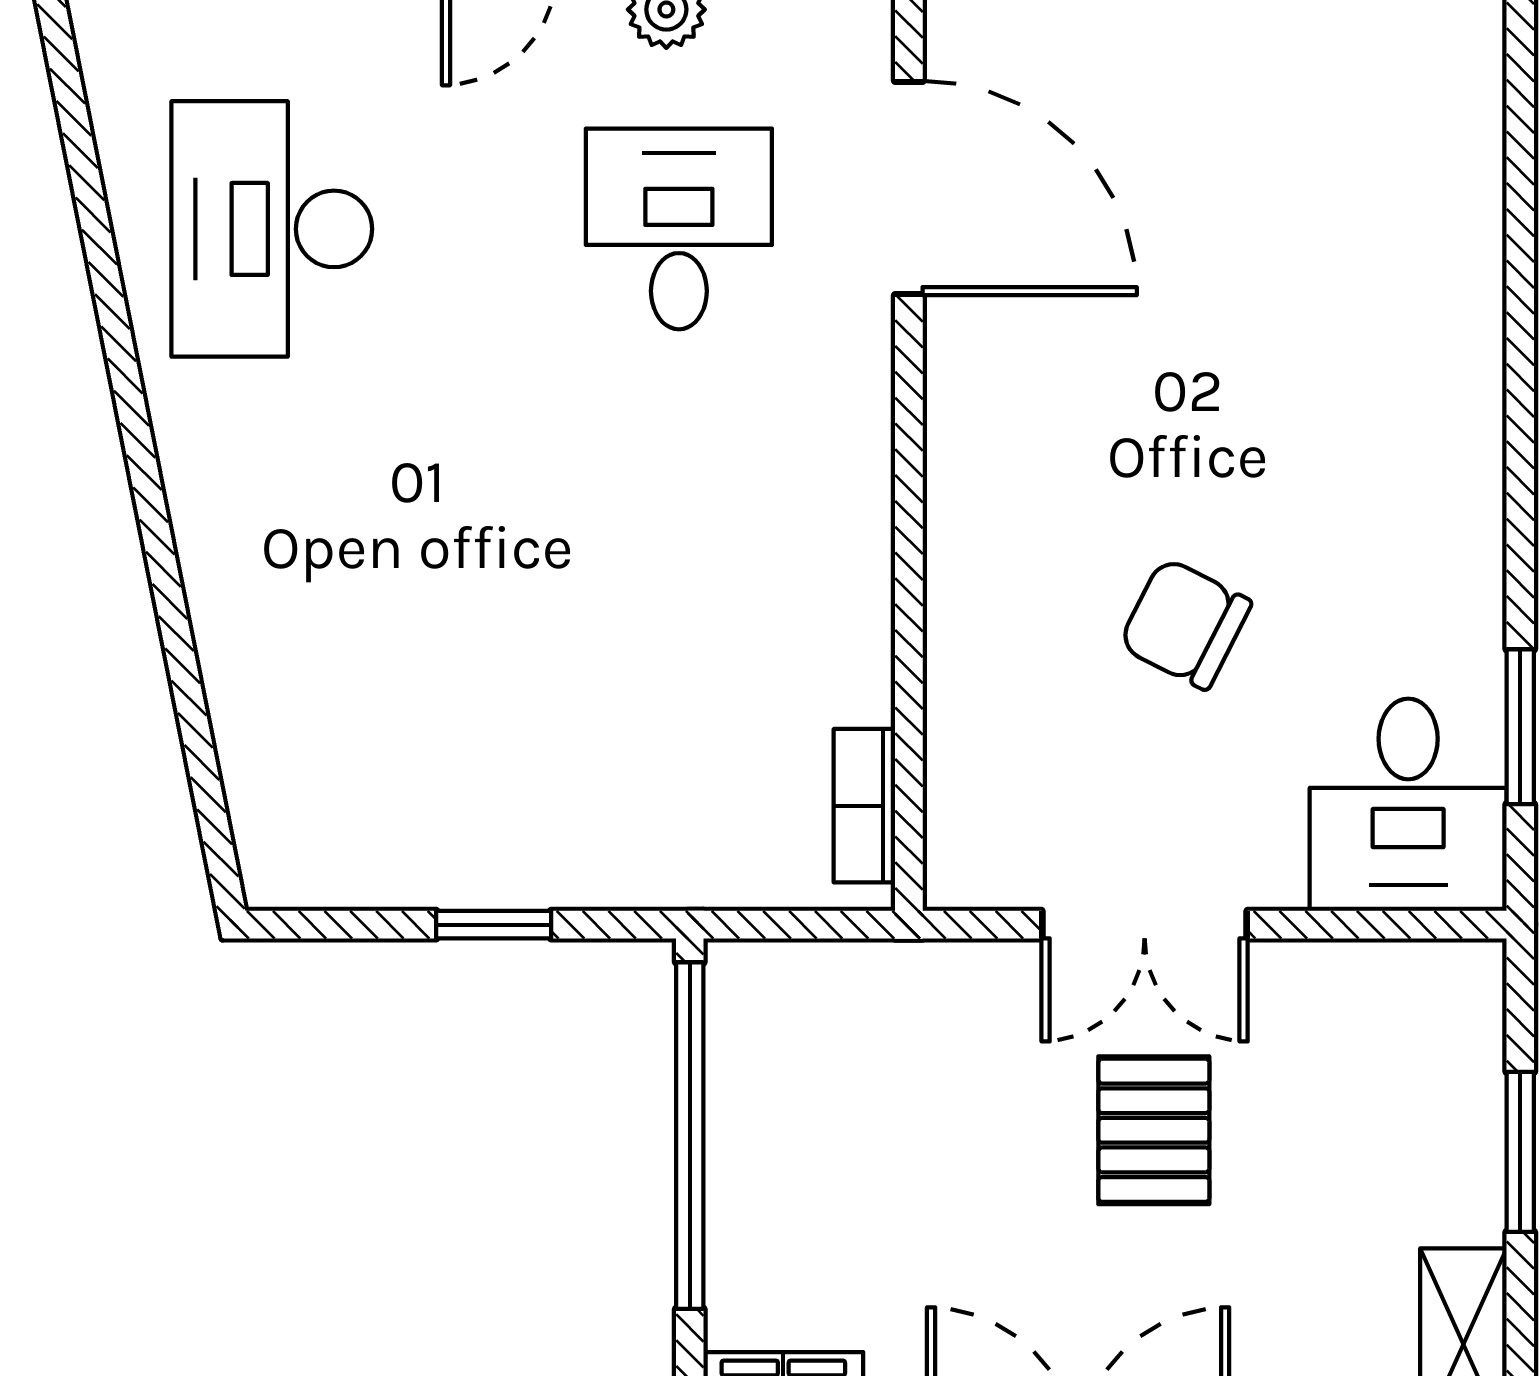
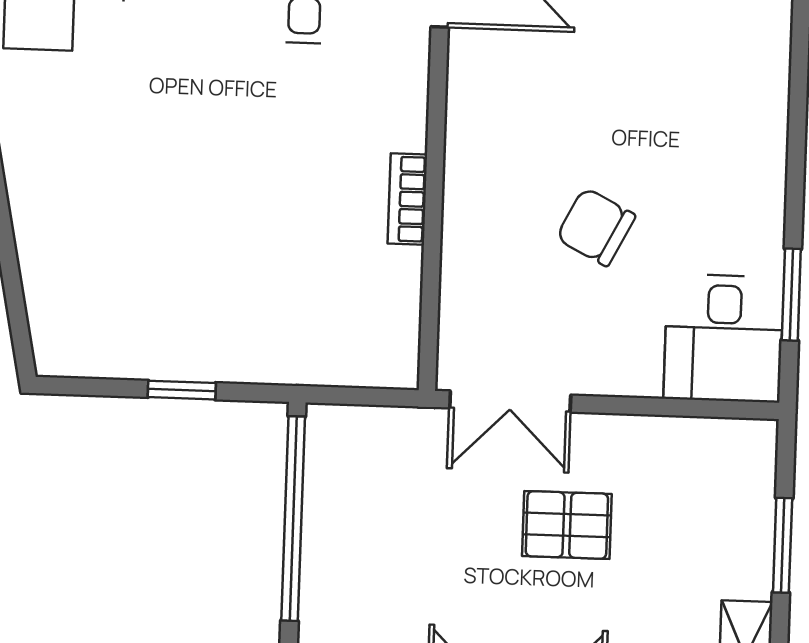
bookcase: (864, 806) -> (407, 199), moved
double door: (1145, 925) -> (510, 402), moved
pallet: (1154, 1130) -> (567, 525), turned 90

